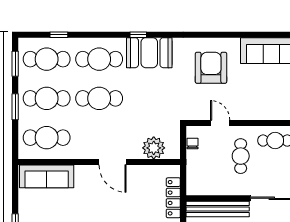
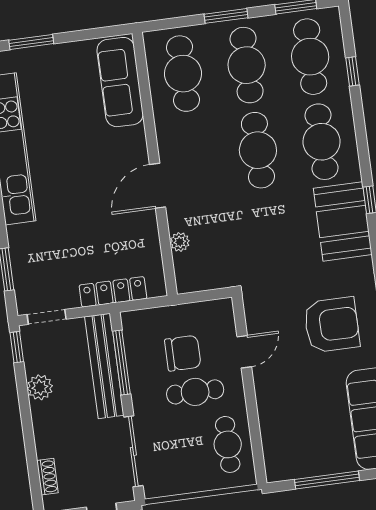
chair: (193, 143) -> (183, 353), moved, width x1.87, depth x1.87
plant: (154, 148) -> (180, 242), width x0.53, depth x0.53
window: (217, 198) -> (122, 363), added

